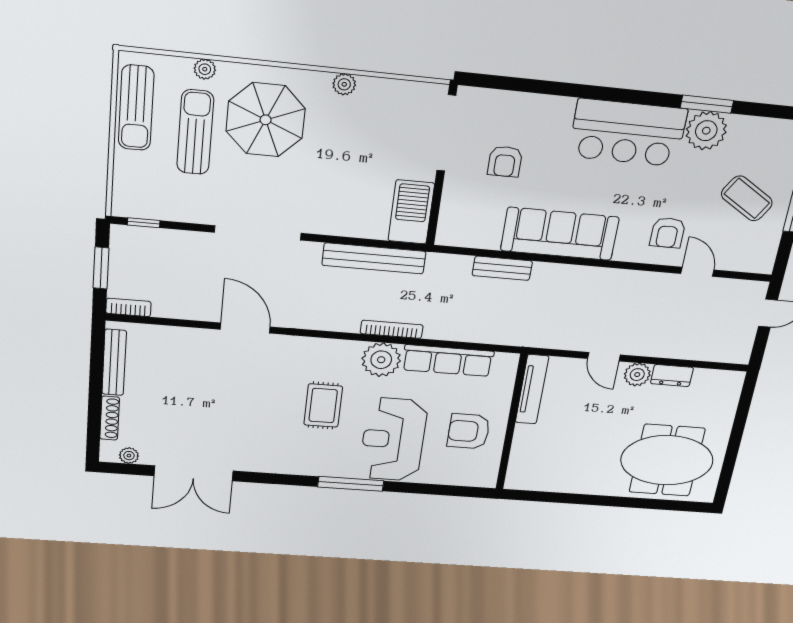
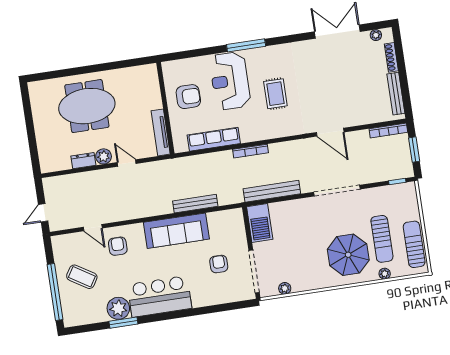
plant: (344, 84) -> (285, 288), moved
bench: (502, 268) -> (195, 204), width x1.36
bookcase: (128, 307) -> (388, 131), width x1.56
plant: (381, 360) -> (251, 131), removed
reception desk: (393, 440) -> (230, 81), turned 180
meeting table: (667, 460) -> (87, 106), moved

